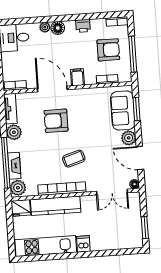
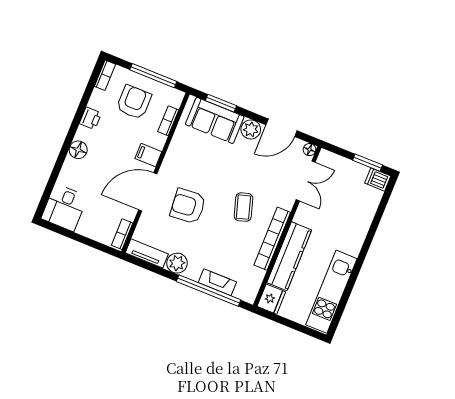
plant: (45, 27) -> (70, 165), removed
armchair: (56, 121) -> (188, 206), turned 85
plant: (18, 188) -> (246, 291), removed
dishwasher: (83, 244) -> (378, 180), moved

